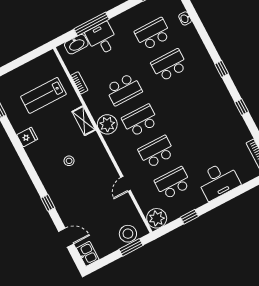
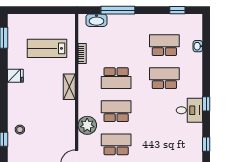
desk: (102, 39) -> (189, 110), moved, turned 90
plant: (107, 124) -> (87, 125), moved
stool: (69, 161) -> (20, 130), moved

